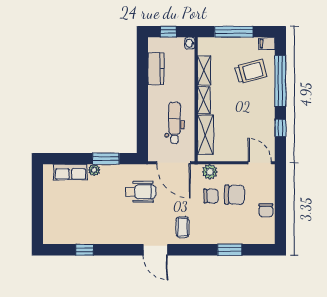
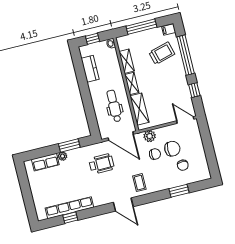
chair: (266, 210) -> (183, 165), moved
row of seats: (87, 237) -> (69, 208), added

